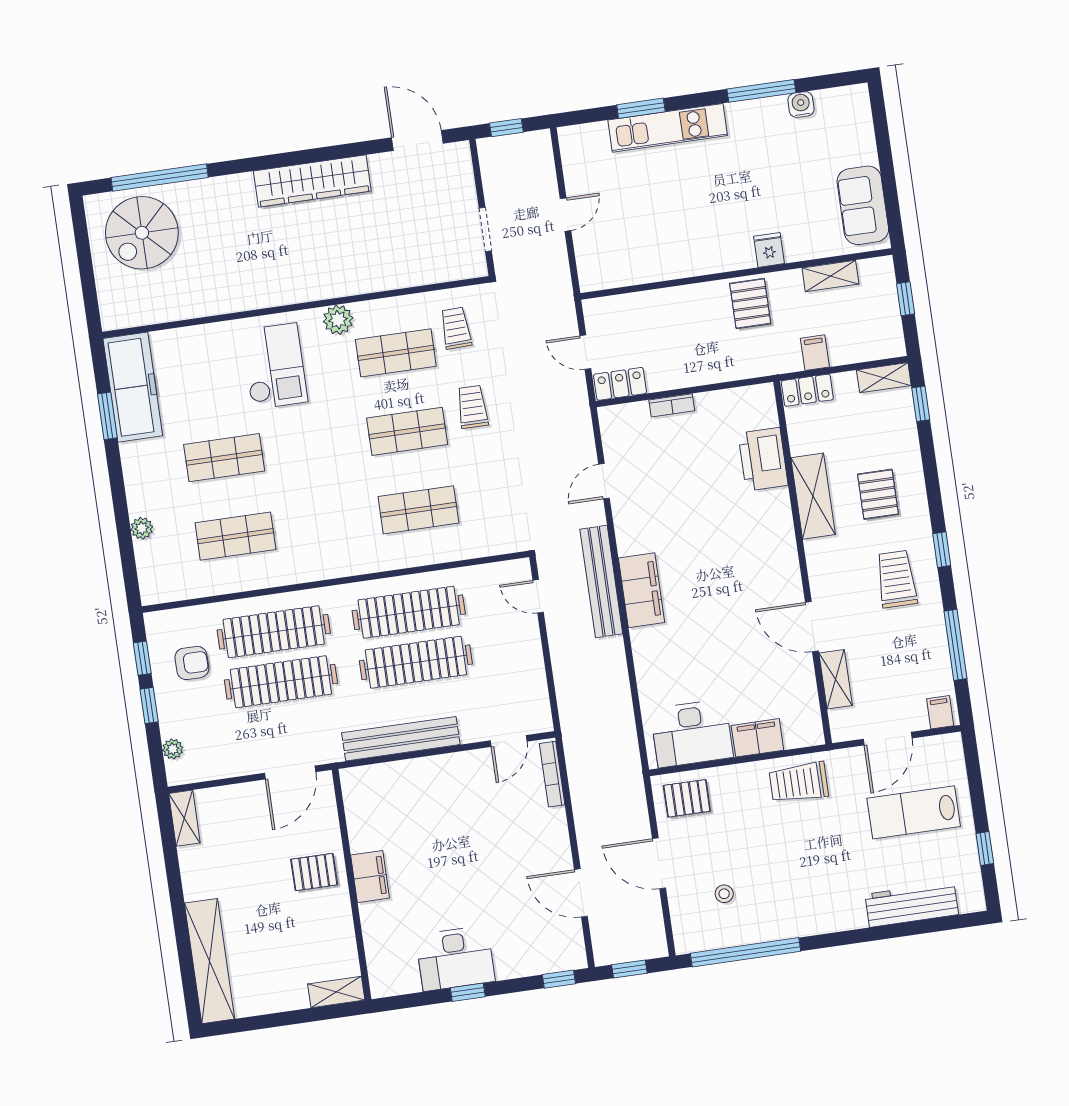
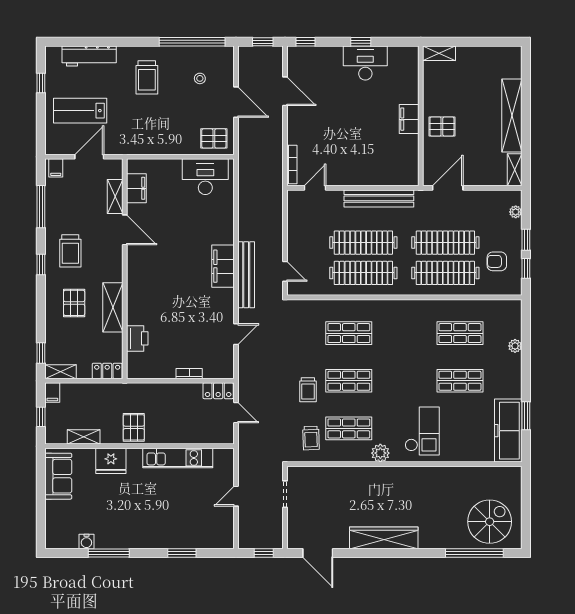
kitchen unit: (668, 128) -> (178, 458), moved, turned 180
fridge: (769, 250) -> (111, 461), width x1.88, depth x1.34
filing cabinet: (815, 353) -> (52, 393), moved
checkout: (274, 366) -> (422, 431), turned 180
printer: (763, 459) -> (137, 338), width x0.73, depth x0.84
filing cabinet: (757, 738) -> (136, 188), moved, turned -90
trolley: (799, 783) -> (147, 77), moved, turned 90
lab bench: (914, 812) -> (80, 111), turned 180
shelving: (210, 961) -> (512, 116), moved

